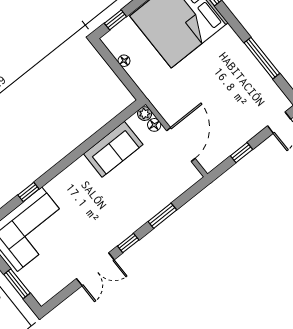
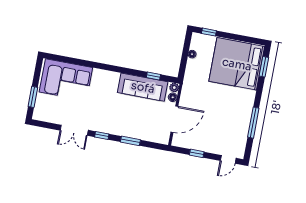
sofa: (113, 149) -> (143, 87), width x1.36
window: (28, 192) -> (153, 76), moved

